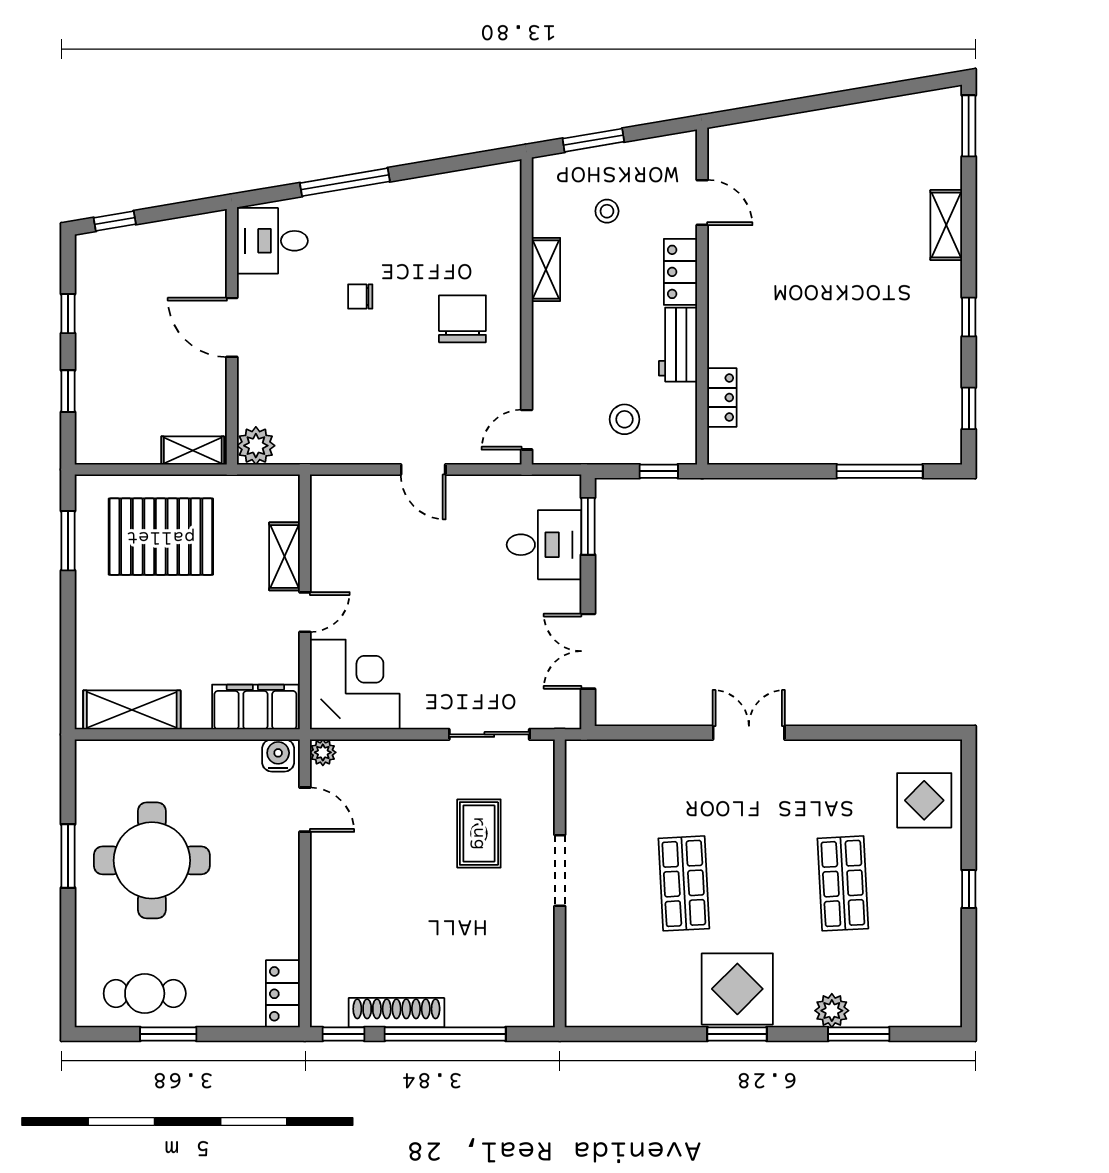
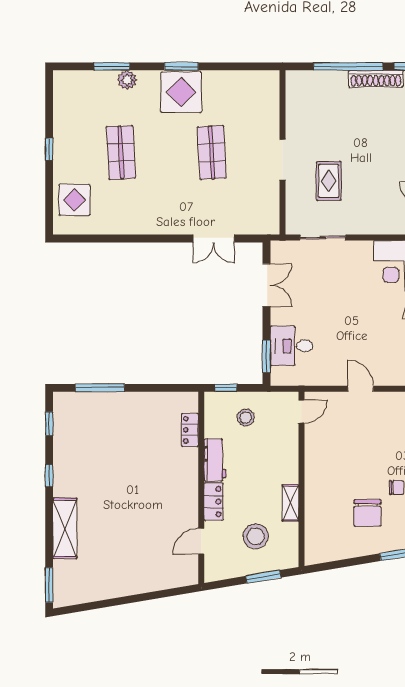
door: (702, 203) -> (201, 541), hinge flipped
stool: (607, 211) -> (256, 536), width x1.89, depth x1.89
shelving: (946, 225) -> (65, 528), width x1.50, depth x1.33
chair: (462, 319) -> (367, 513), moved
double door: (749, 733) -> (214, 238), moved

